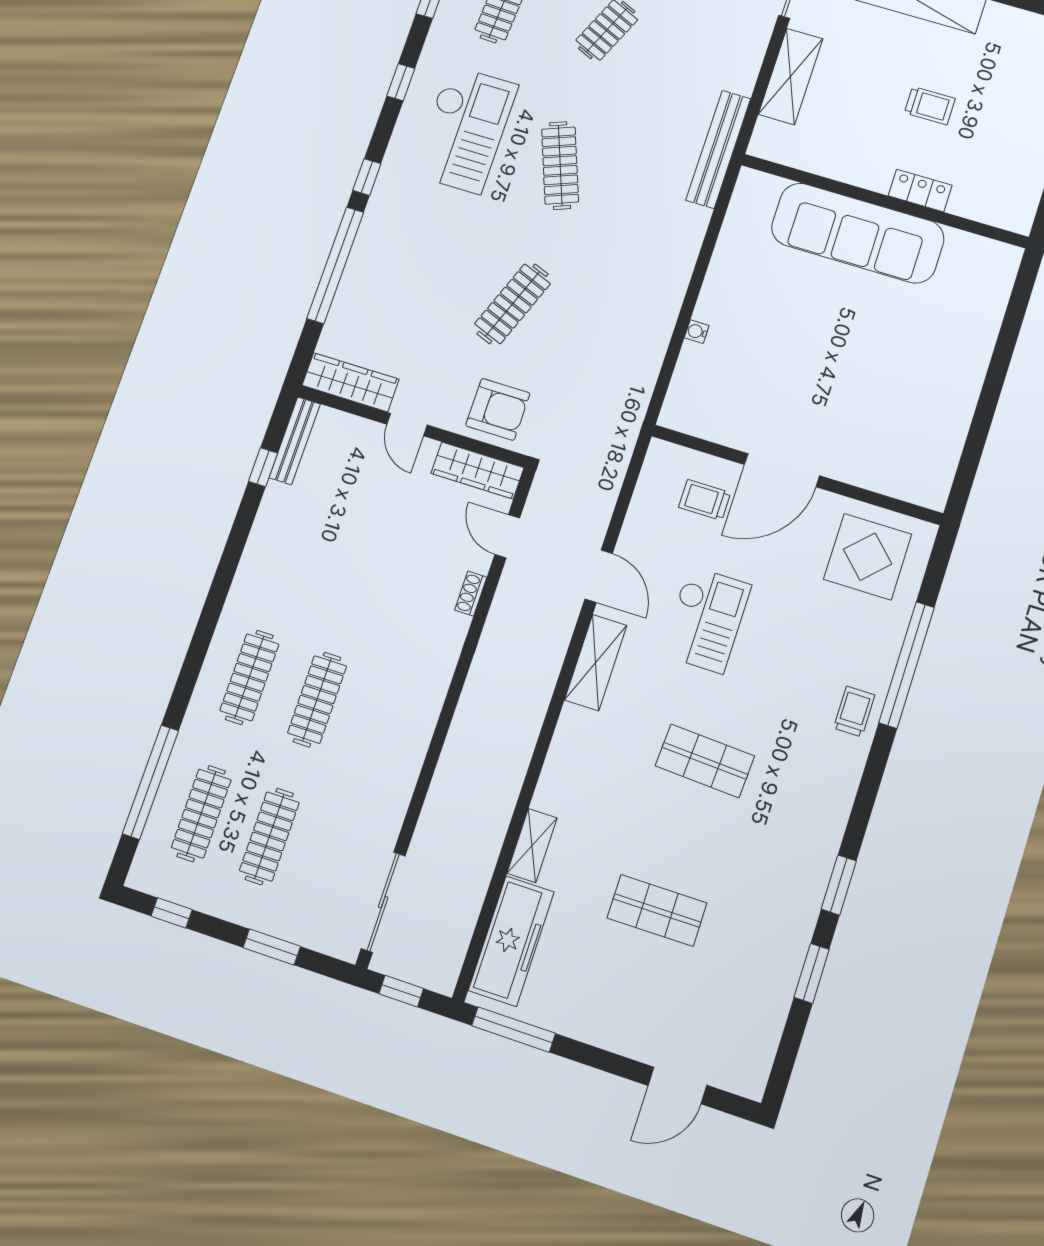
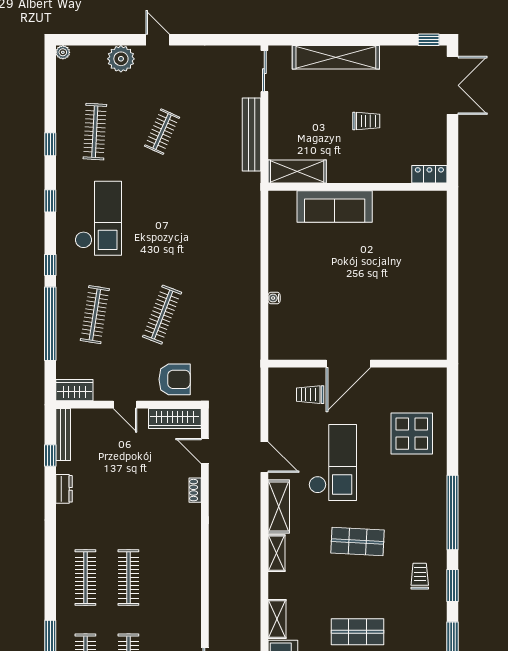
shelving: (791, 77) -> (297, 171), moved, turned 90
bench: (718, 149) -> (252, 135), moved
clothes rail: (560, 166) -> (95, 315), moved, turned 30
locker: (920, 191) -> (429, 174), moved
sofa: (858, 233) -> (335, 206), width x0.74, depth x0.79
wardrobe: (350, 382) -> (74, 390), width x0.67
dresser: (266, 526) -> (64, 489), added
display table: (868, 557) -> (412, 434), moved
checkout: (706, 620) -> (333, 462), width x1.36, depth x1.21
window: (907, 665) -> (452, 512), moved
trolley: (854, 712) -> (420, 576), moved
shelving: (567, 737) -> (276, 553), added

